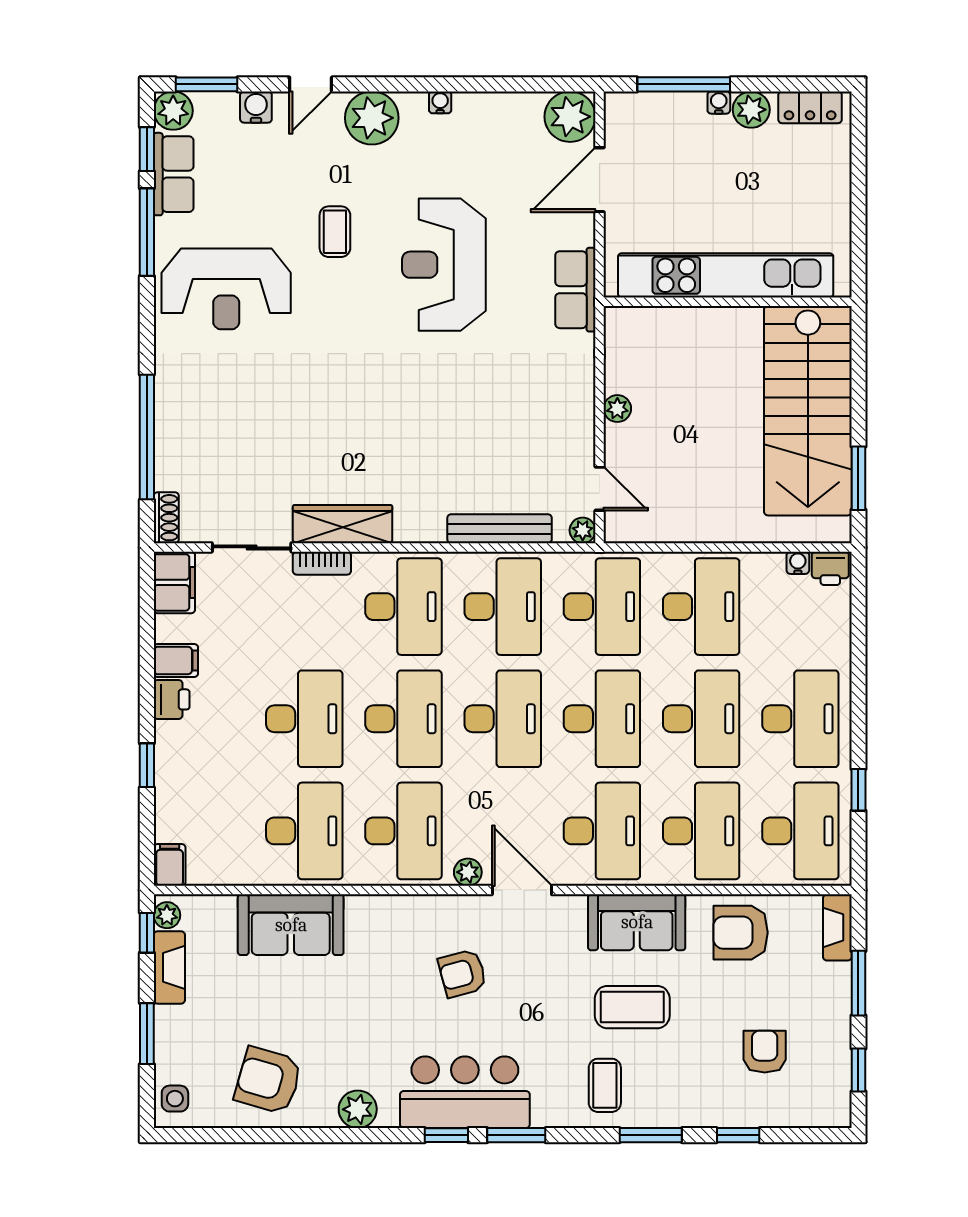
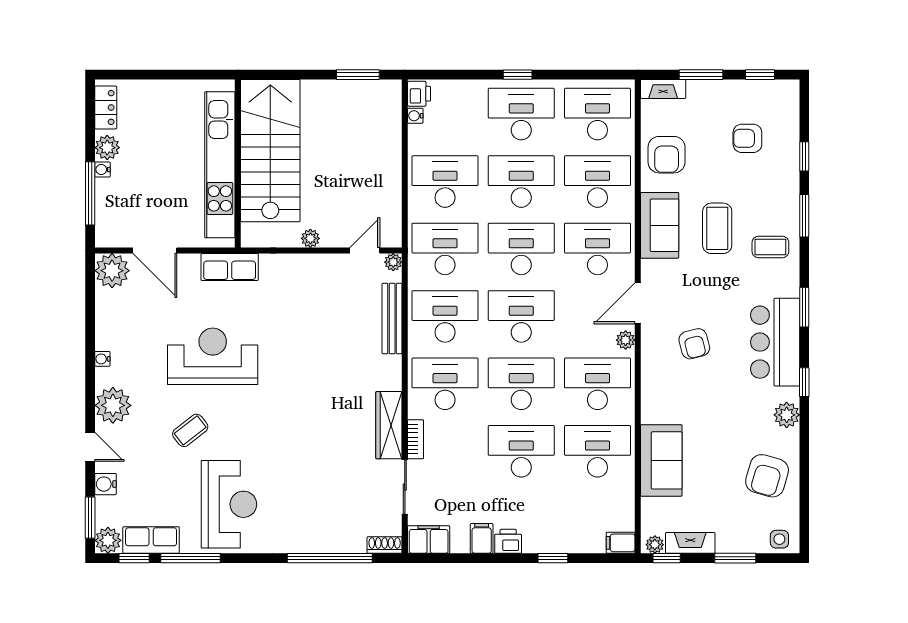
coffee table: (335, 232) -> (190, 430), turned -38
reception desk: (444, 265) -> (213, 356), turned 180
stairs: (808, 411) -> (270, 151), moved, turned -90
window: (858, 790) -> (518, 75), moved
window: (446, 1135) -> (804, 382), moved

